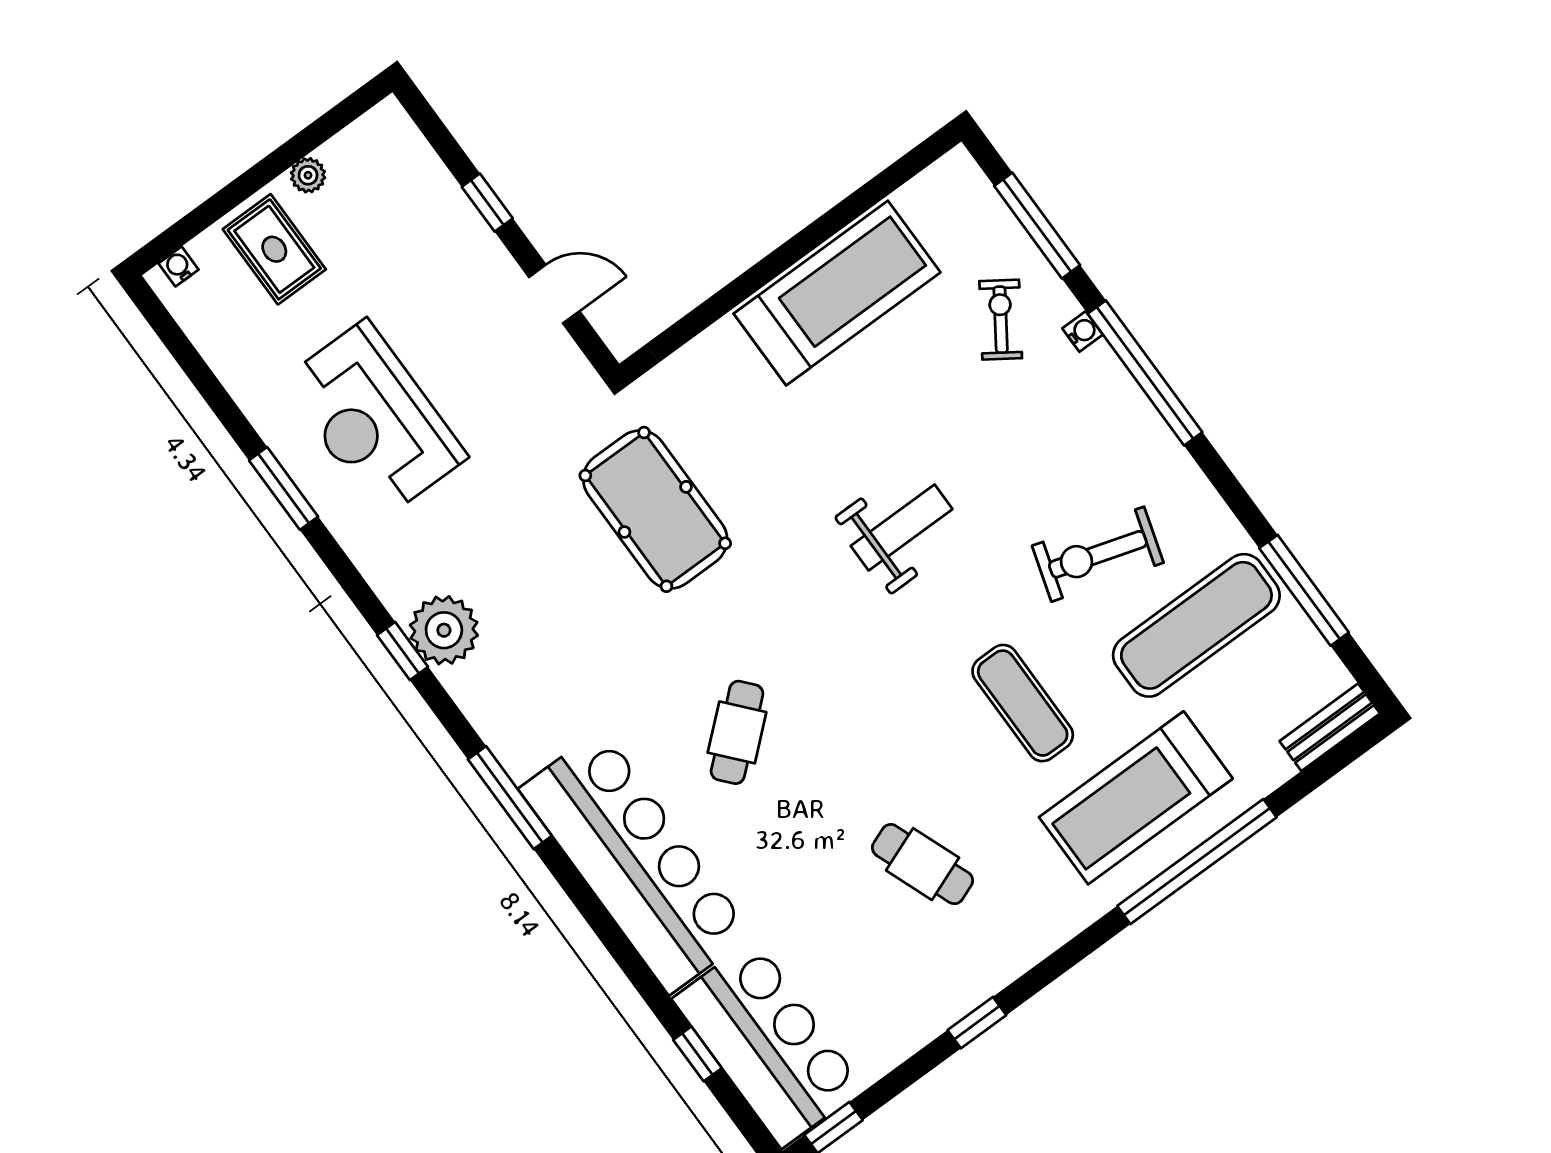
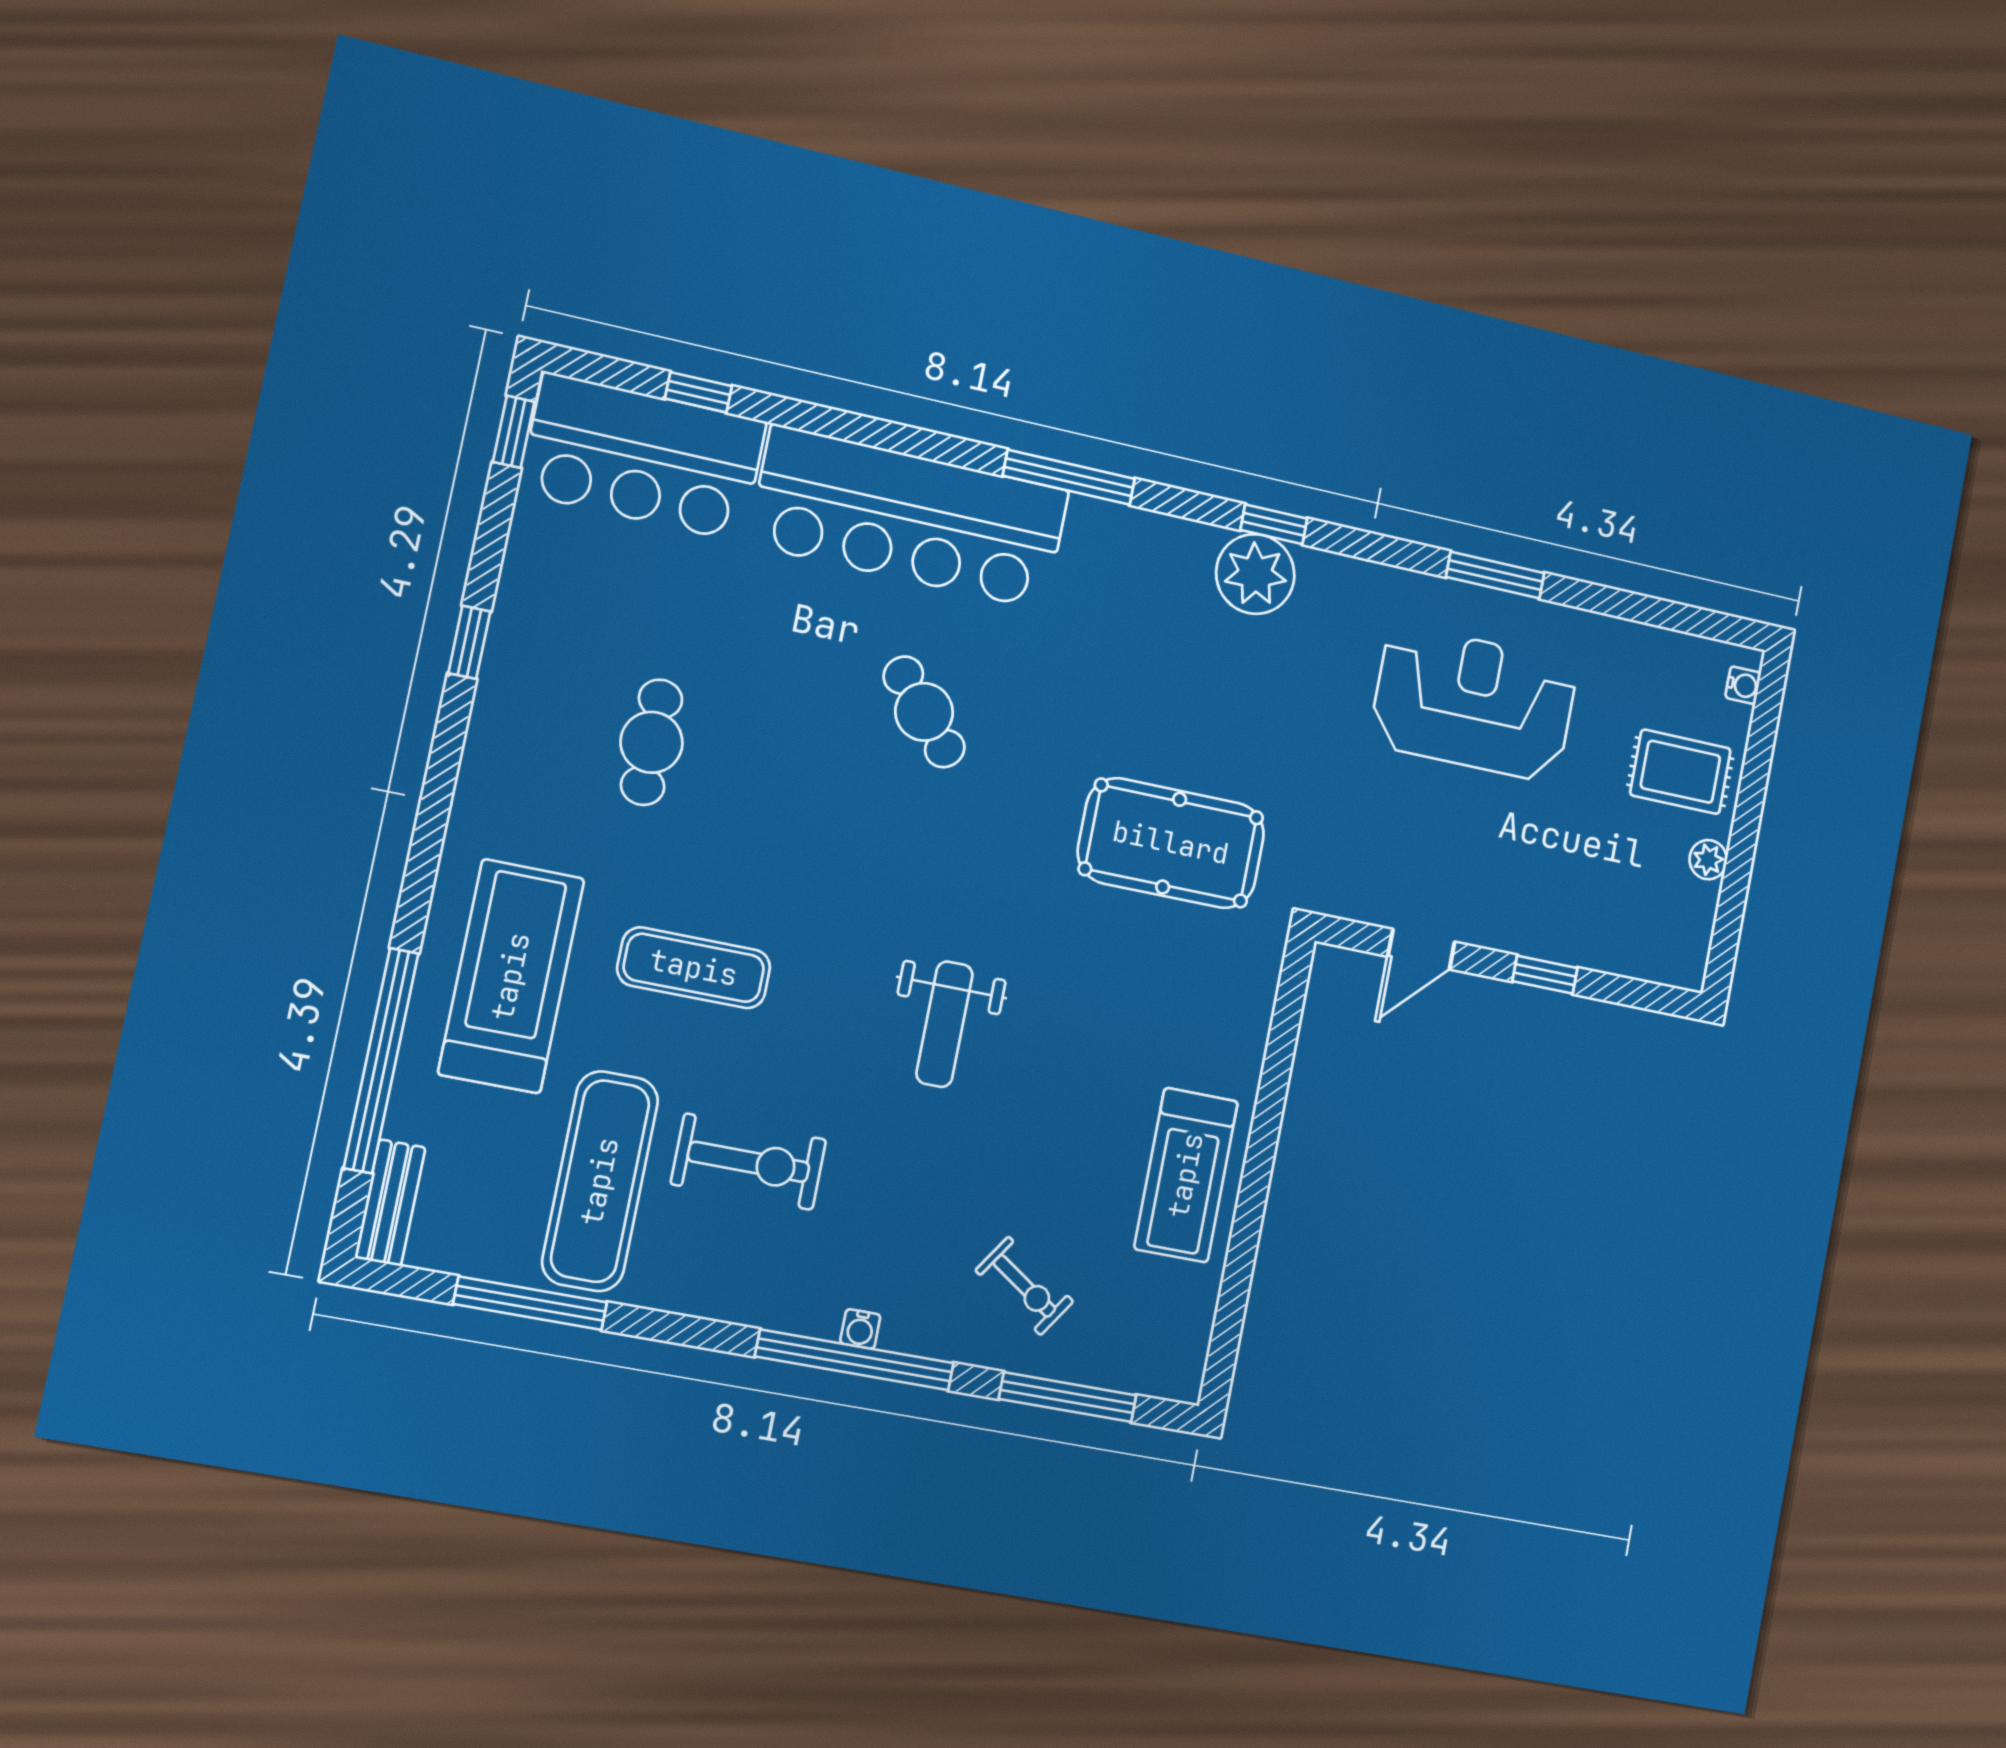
treadmill: (837, 293) -> (1186, 1175), width x0.73, depth x0.73
water cooler: (1083, 332) -> (860, 1329), moved
exercise bike: (1098, 554) -> (749, 1162), turned 73
window: (1197, 862) -> (381, 1061), moved
cafe table: (923, 864) -> (652, 742), turned -69

